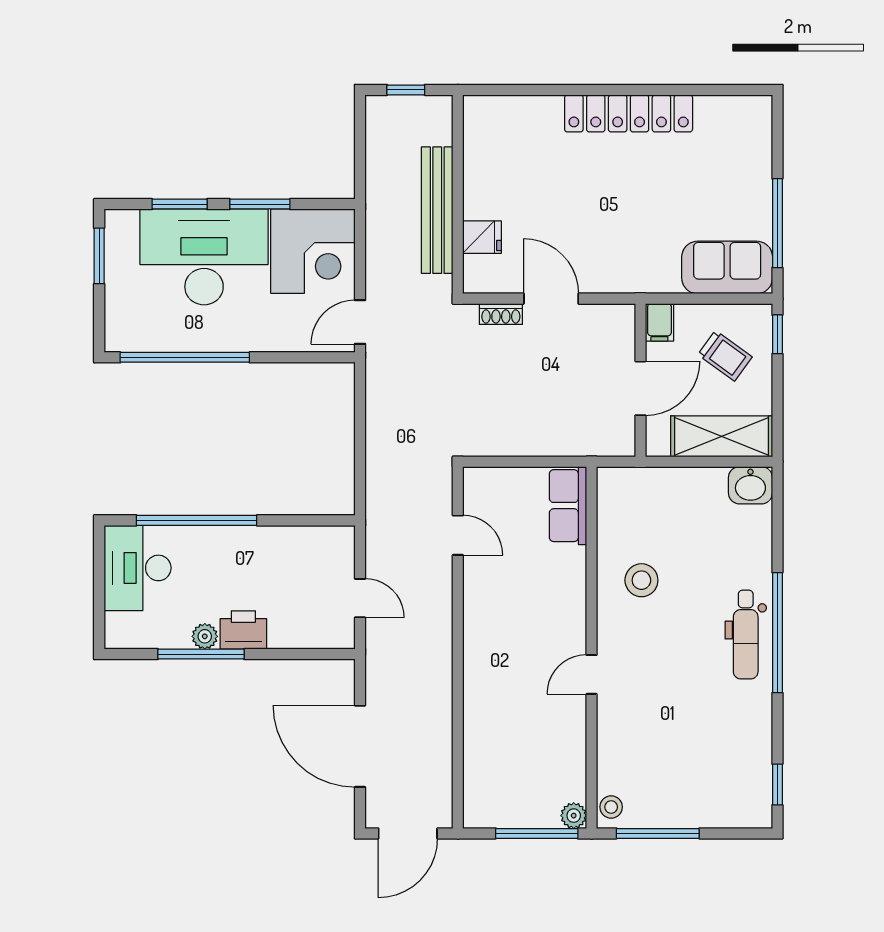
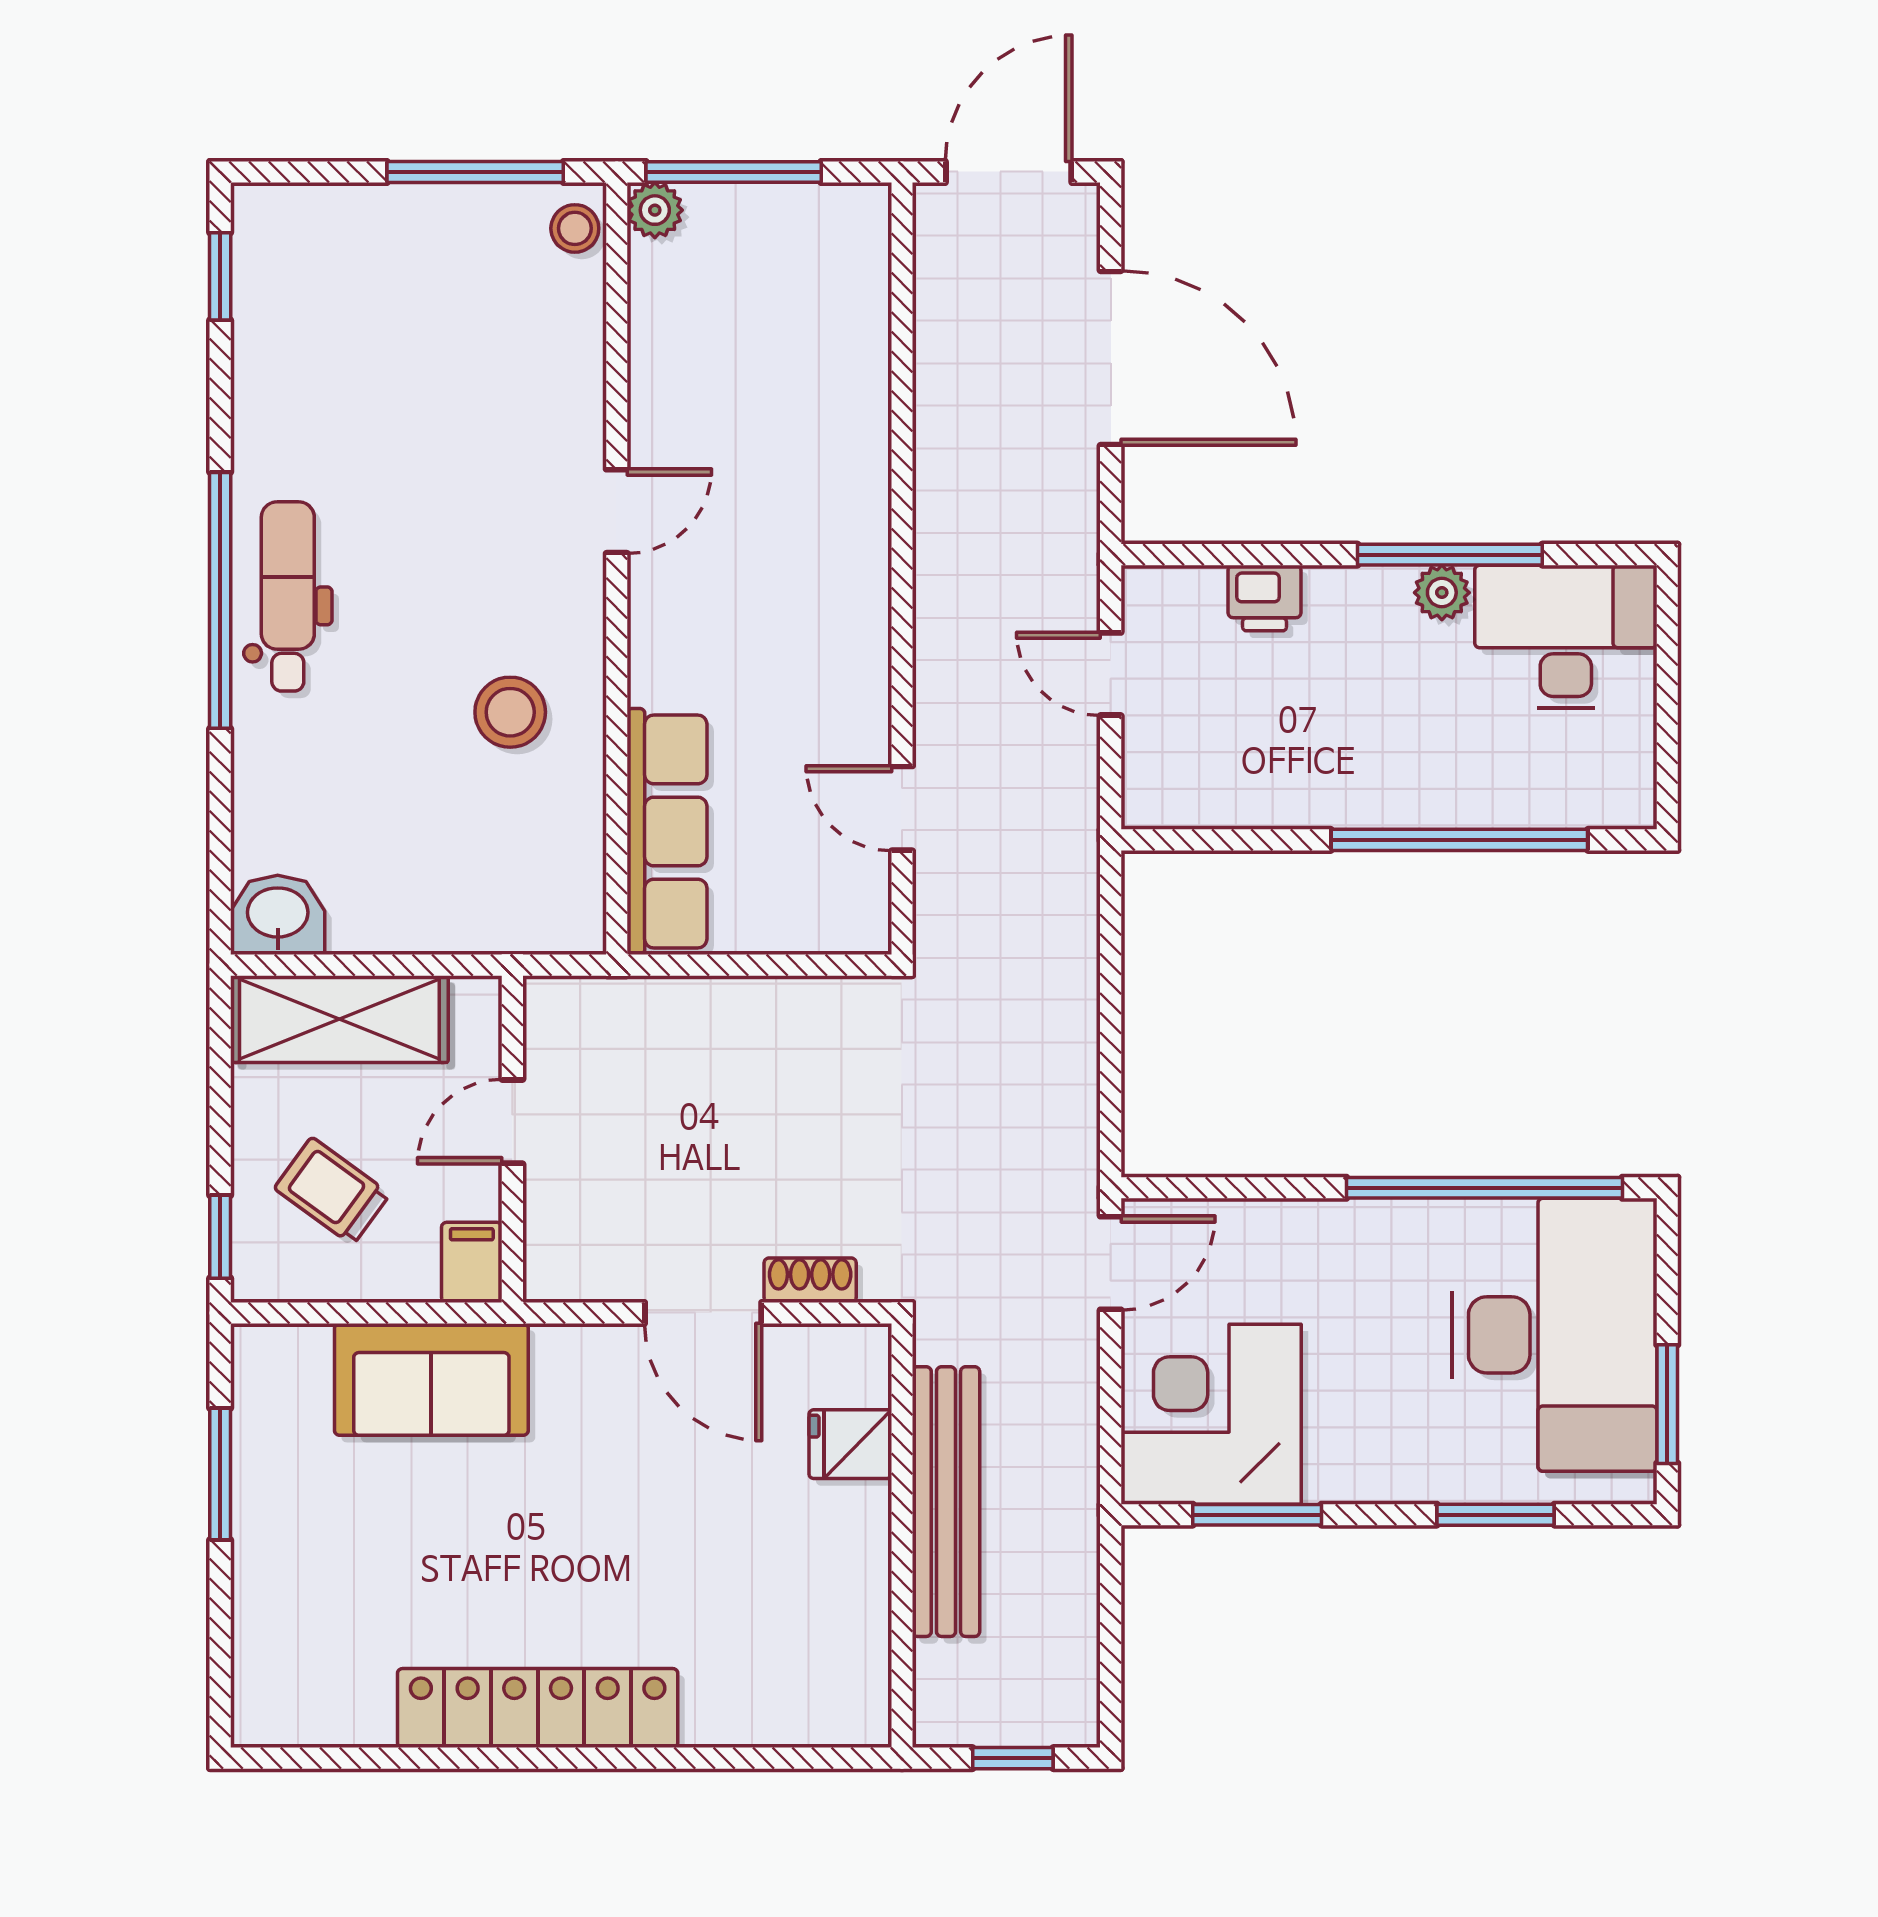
window: (260, 204) -> (1257, 1515), moved
window: (777, 223) -> (220, 1474), width x0.69
desk: (204, 257) -> (1554, 1335), moved, turned -90
sofa: (727, 267) -> (431, 1379), moved
door: (640, 388) -> (512, 1122), width x0.73
row of seats: (568, 506) -> (667, 832), width x1.48
desk: (138, 568) -> (1566, 637), moved, turned -90
printer: (243, 630) -> (1265, 598), moved, width x0.73, depth x0.81

